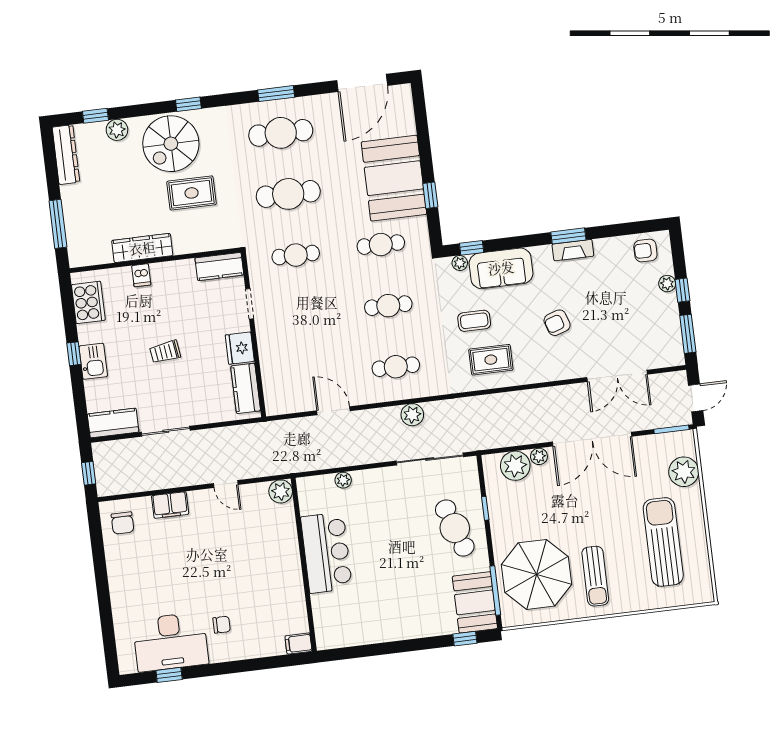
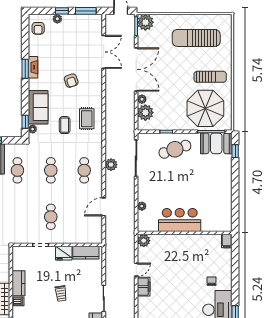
cafe table: (296, 255) -> (51, 217), moved
kitchen counter: (219, 266) -> (19, 283), moved
plant: (684, 472) -> (145, 22), moved
filing cabinet: (170, 505) -> (144, 287), moved

